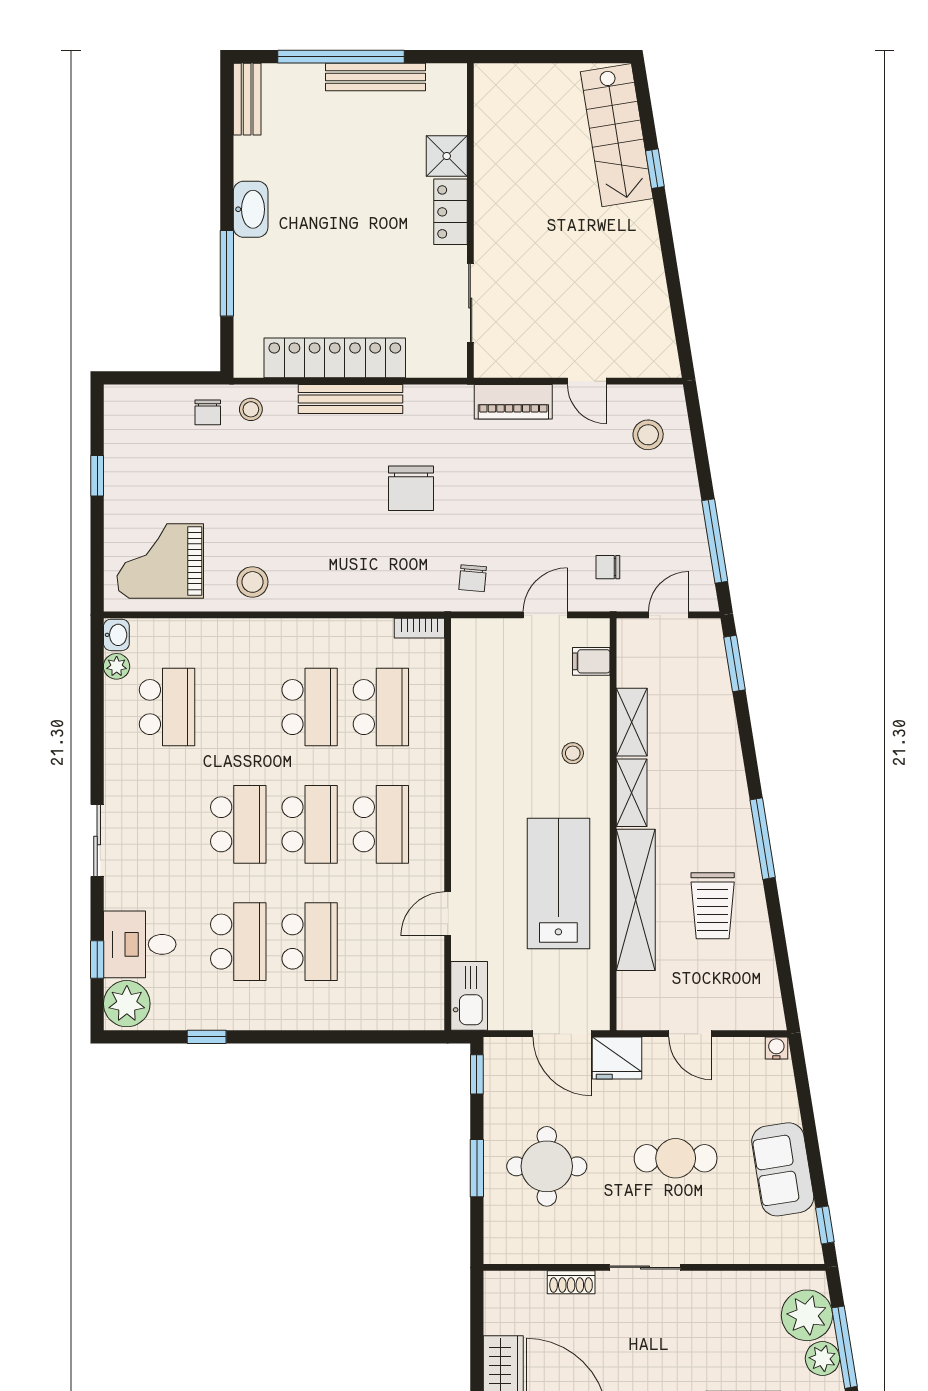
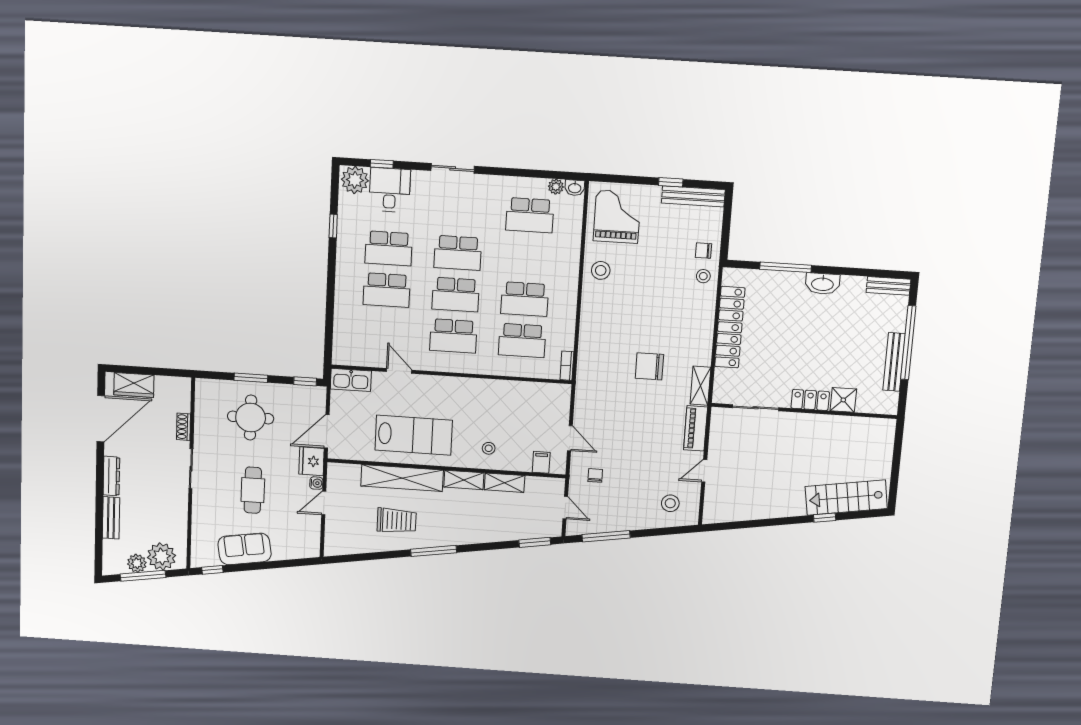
bench: (351, 399) -> (693, 196), moved, turned 90
shelving: (439, 399) -> (700, 386), added
chair: (473, 578) -> (594, 398), removed
trolley: (713, 906) -> (397, 521), turned 180
water cooler: (776, 1048) -> (316, 483), moved

